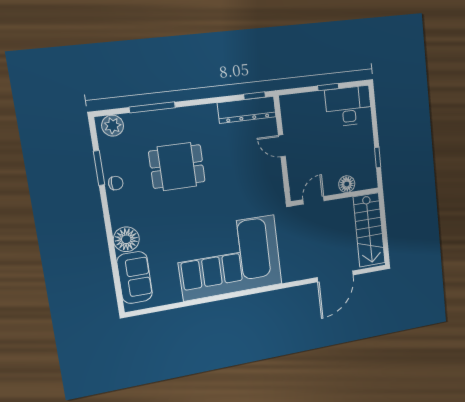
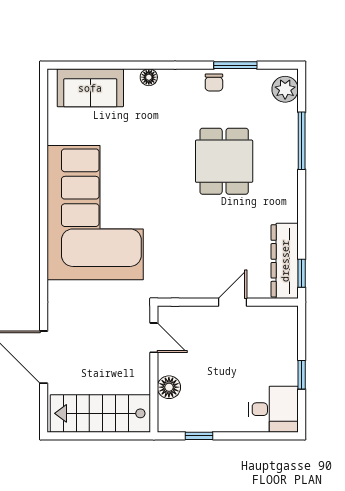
desk: (348, 106) -> (273, 409), width x0.73
floor lamp: (126, 239) -> (149, 77), width x0.53, depth x0.53

